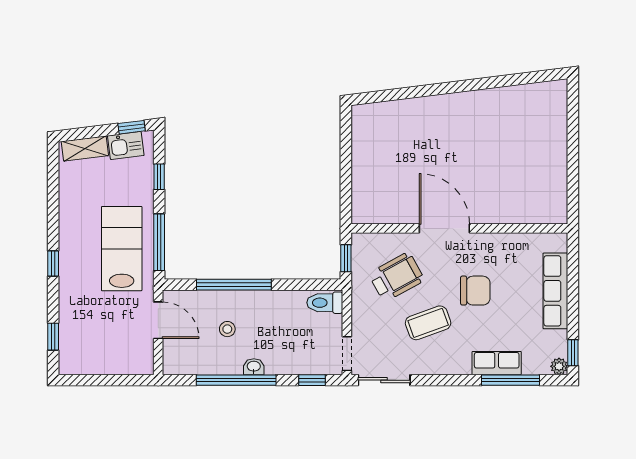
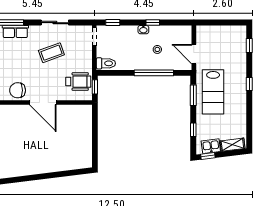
window: (159, 242) -> (193, 95), width x0.69
wheelchair: (397, 277) -> (78, 82), moved, turned -151
chair: (475, 291) -> (18, 90), moved
window: (236, 380) -> (153, 23), width x0.32
sliding door: (384, 380) -> (55, 23), moved

